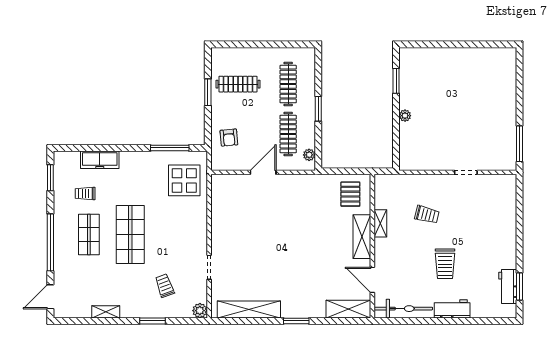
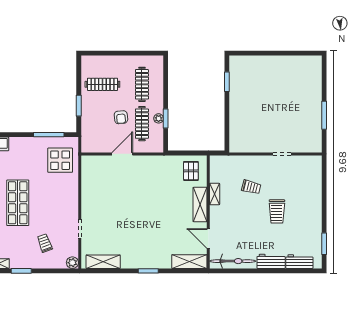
window: (208, 92) -> (79, 106), moved
window: (318, 109) -> (166, 119), moved
plant: (405, 116) -> (234, 109), removed
armchair: (229, 138) -> (121, 117), moved
window: (519, 144) -> (324, 115), moved
plant: (309, 155) -> (159, 118), moved
trolley: (445, 264) -> (277, 211), moved
workbench: (508, 287) -> (299, 262), moved, turned 90
shelving: (249, 309) -> (103, 262), width x0.68
window: (152, 321) -> (21, 271), moved

